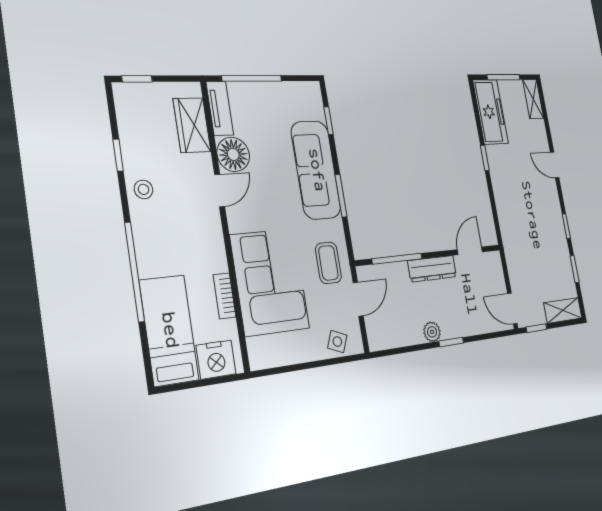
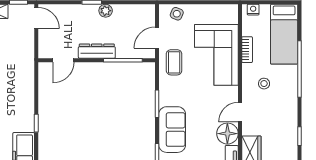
sofa: (316, 170) -> (172, 130), width x0.73
stool: (143, 189) -> (264, 84), moved
nightstand: (216, 360) -> (253, 10), width x0.53, depth x0.56

